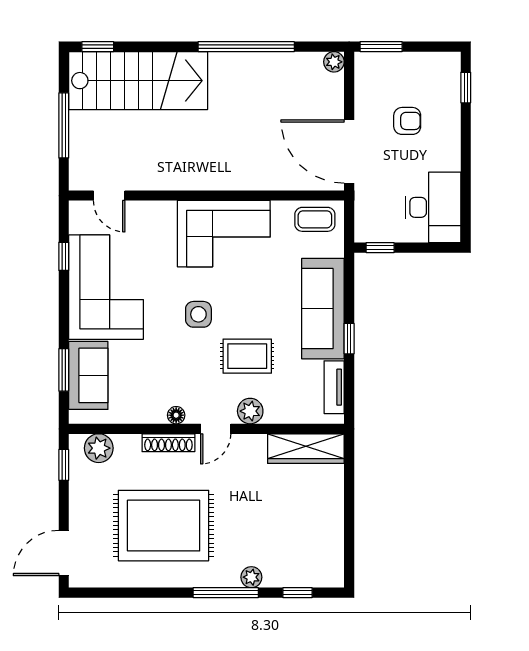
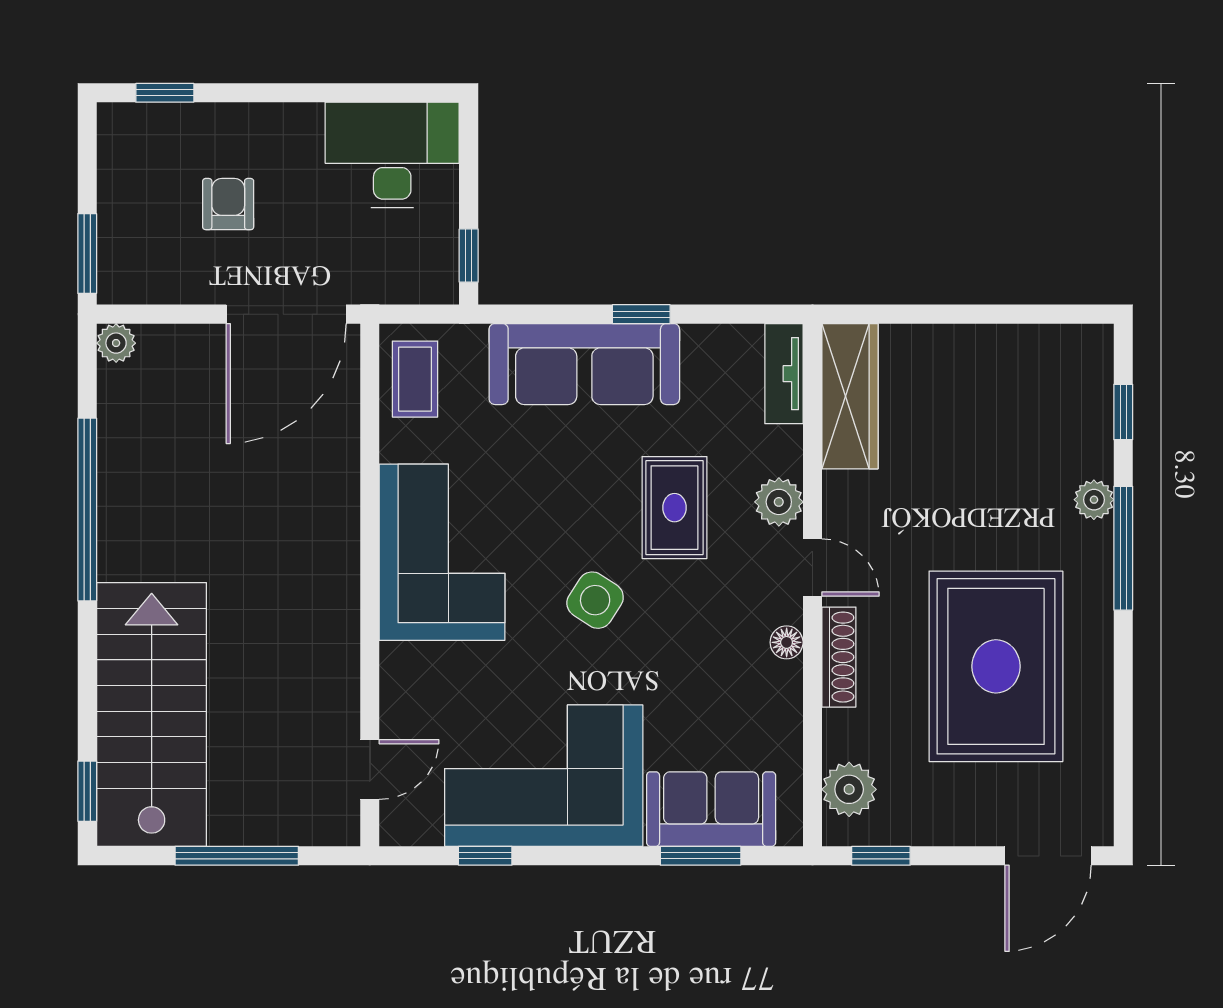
side table: (198, 314) -> (595, 600), turned 33
tv unit: (334, 387) -> (784, 374), moved, turned 90
door: (64, 553) -> (1048, 856), hinge flipped

